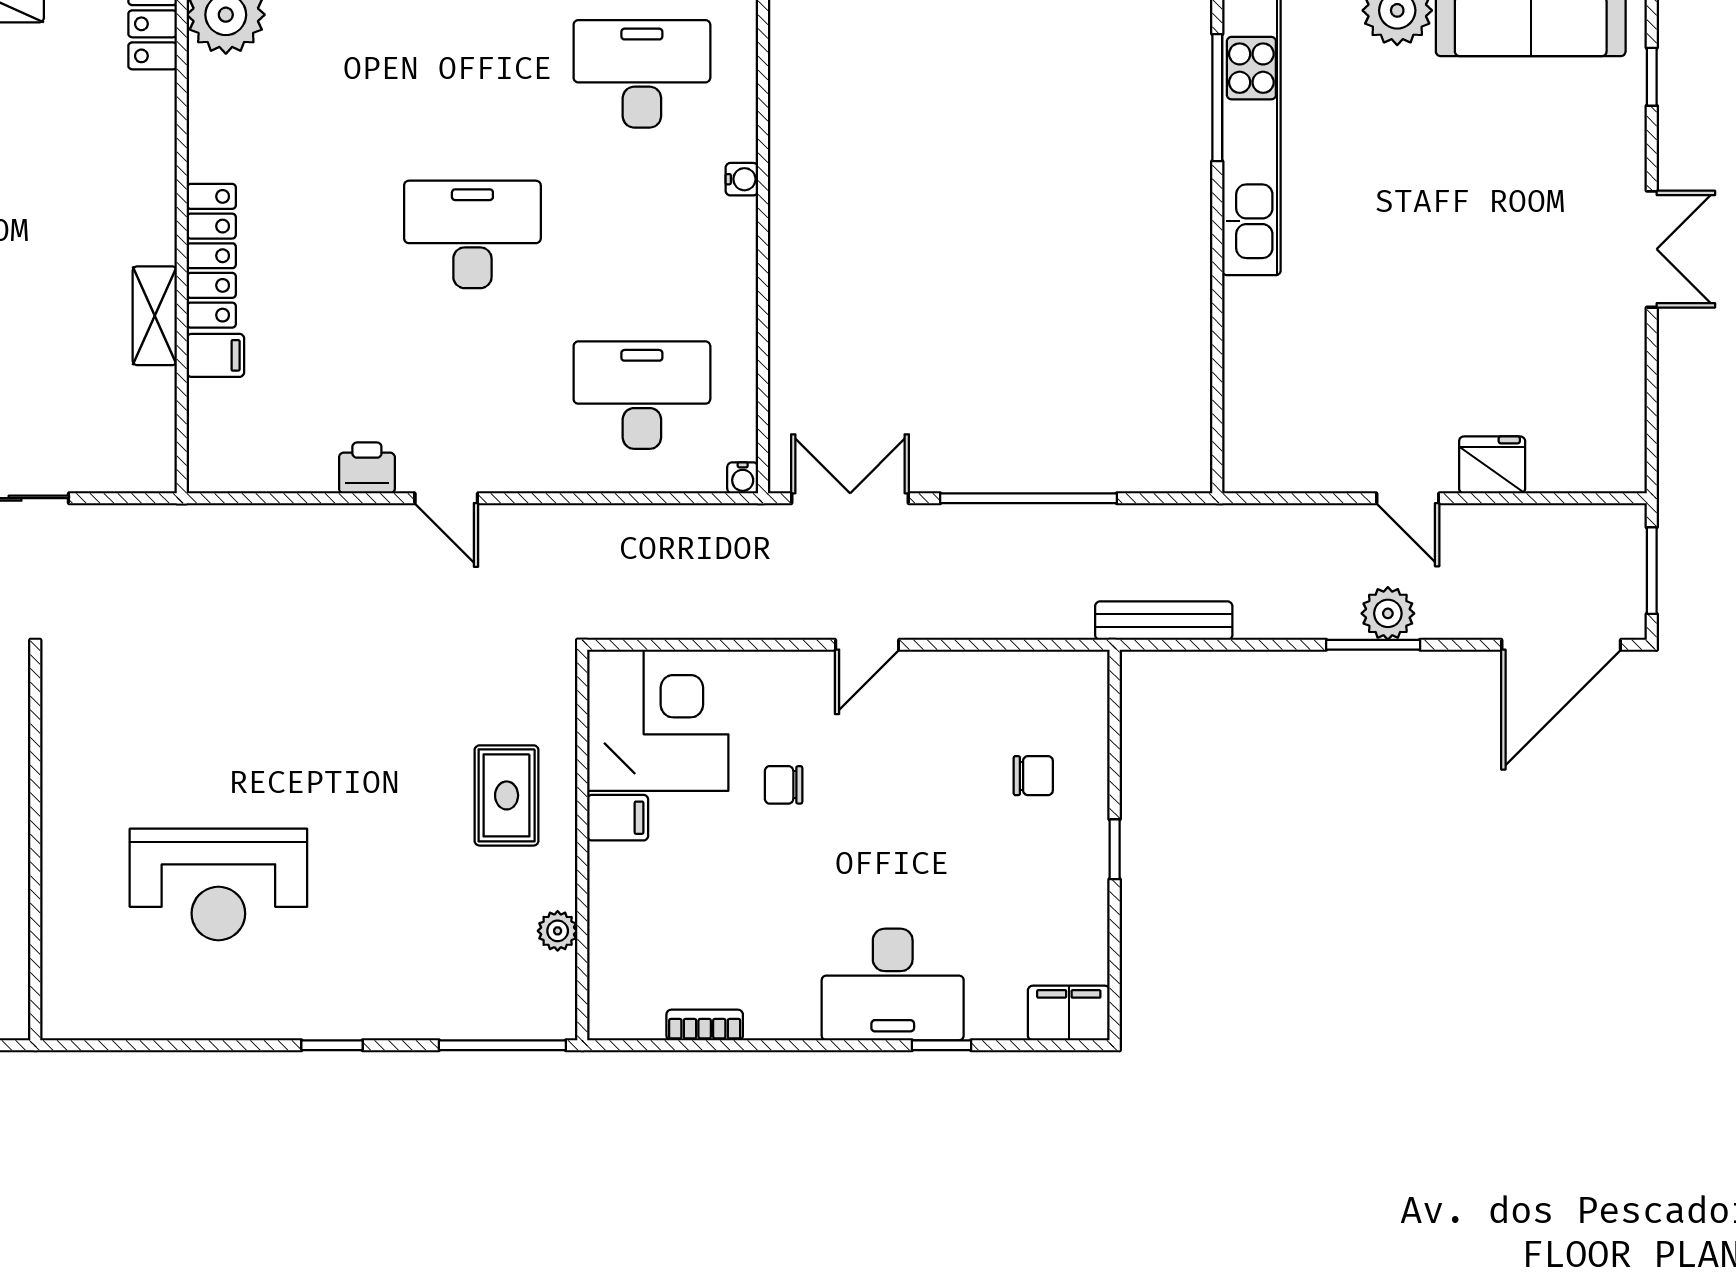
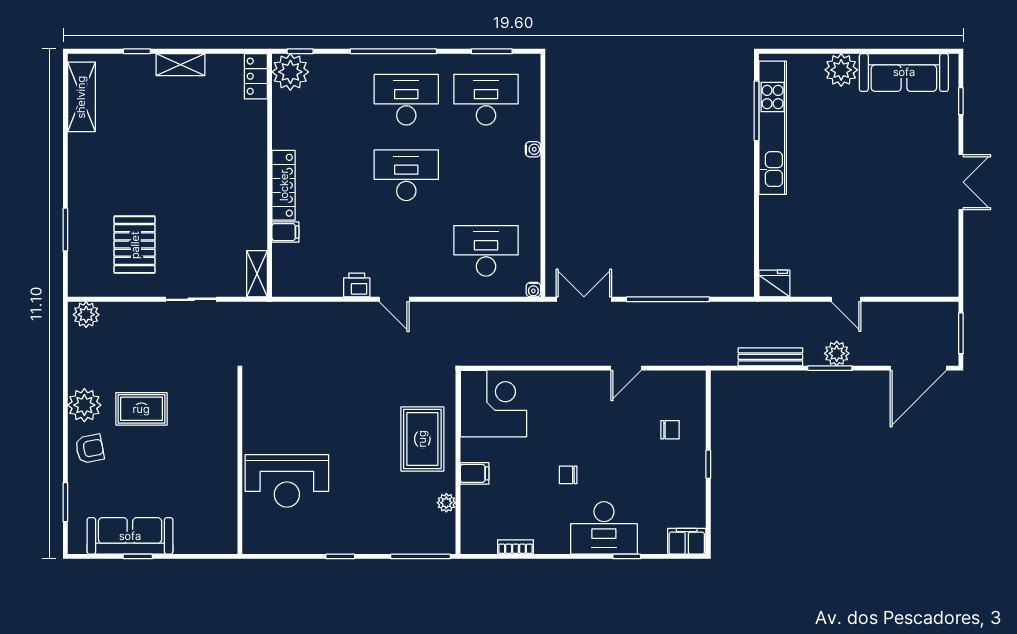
desk: (472, 74) -> (406, 100), added
shelving: (155, 316) -> (257, 274), moved
fridge: (1492, 465) -> (774, 284), moved
bench: (1164, 621) -> (770, 357), moved
door: (867, 645) -> (626, 368), moved
chair: (784, 785) -> (568, 475), moved
rug: (507, 795) -> (422, 439), width x1.36, depth x1.43
filing cabinet: (618, 818) -> (475, 473), moved
wall: (35, 845) -> (240, 462), moved

